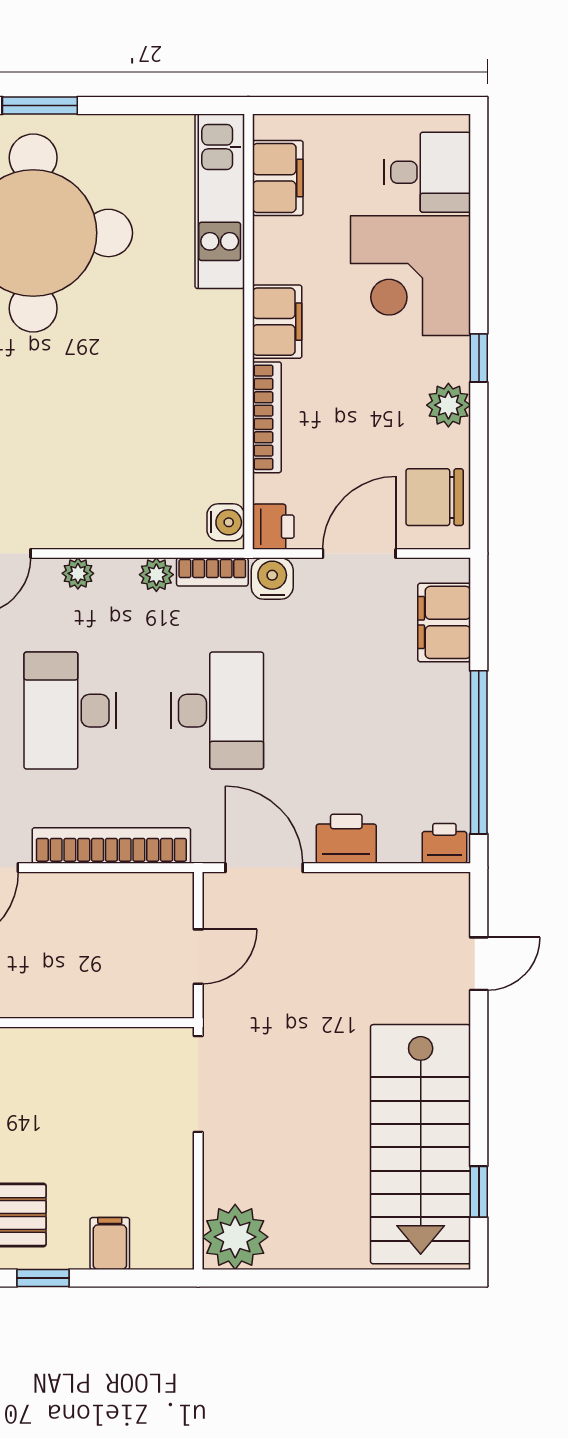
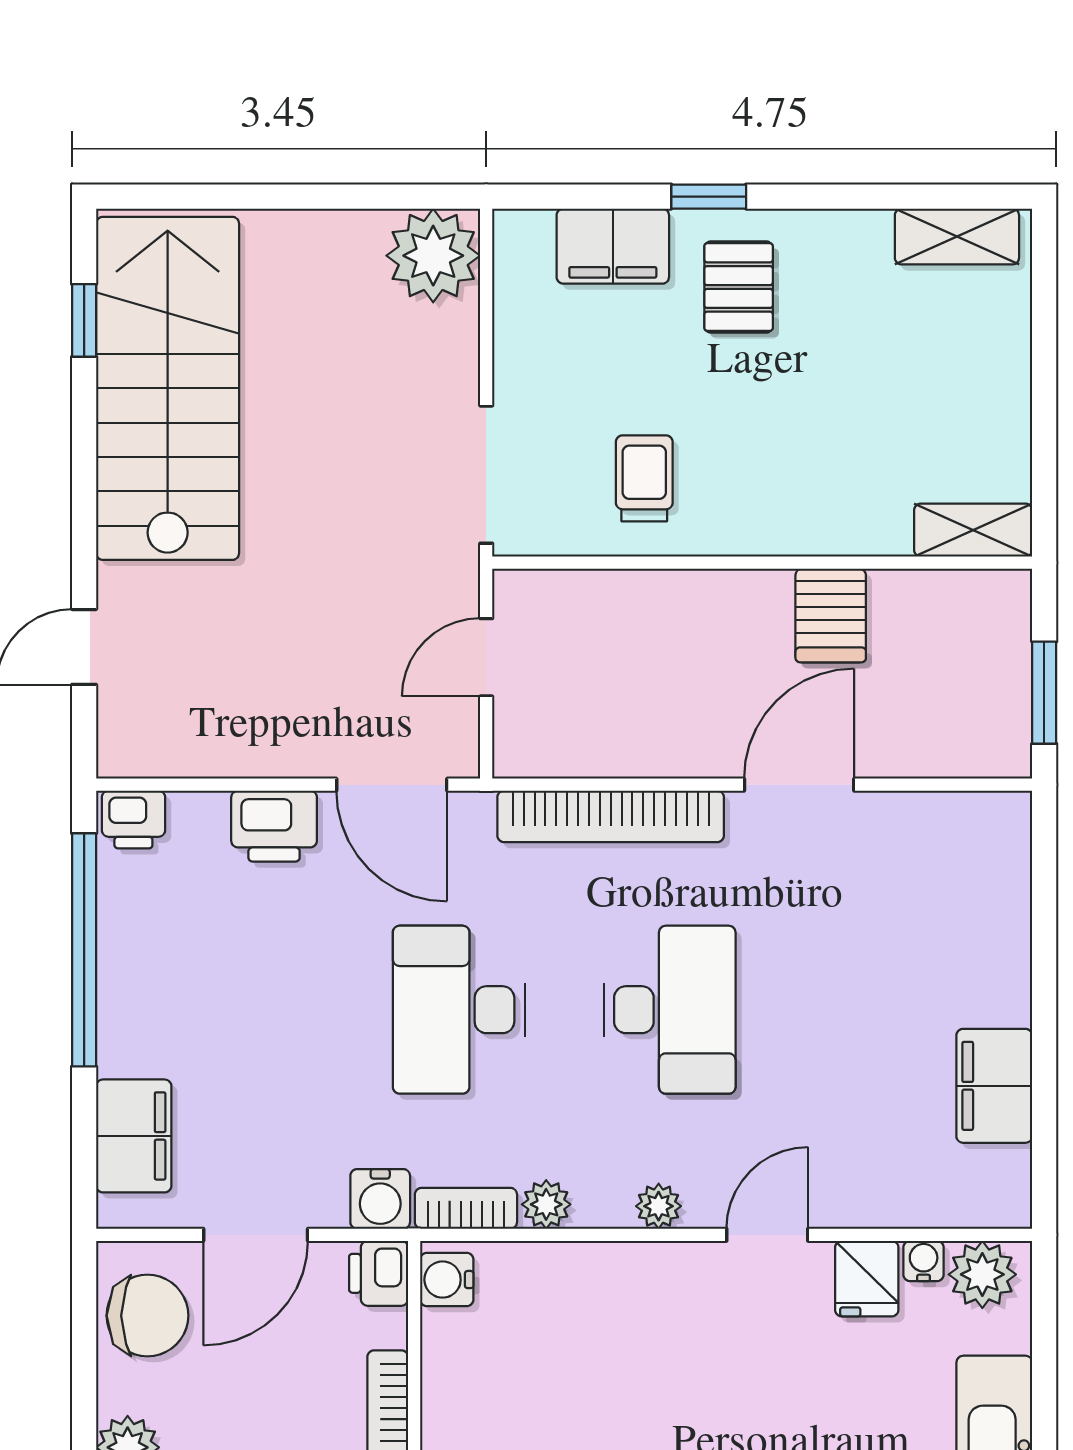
trolley: (88, 1081) -> (644, 478), added
filing cabinet: (110, 1244) -> (613, 246), width x2.00

